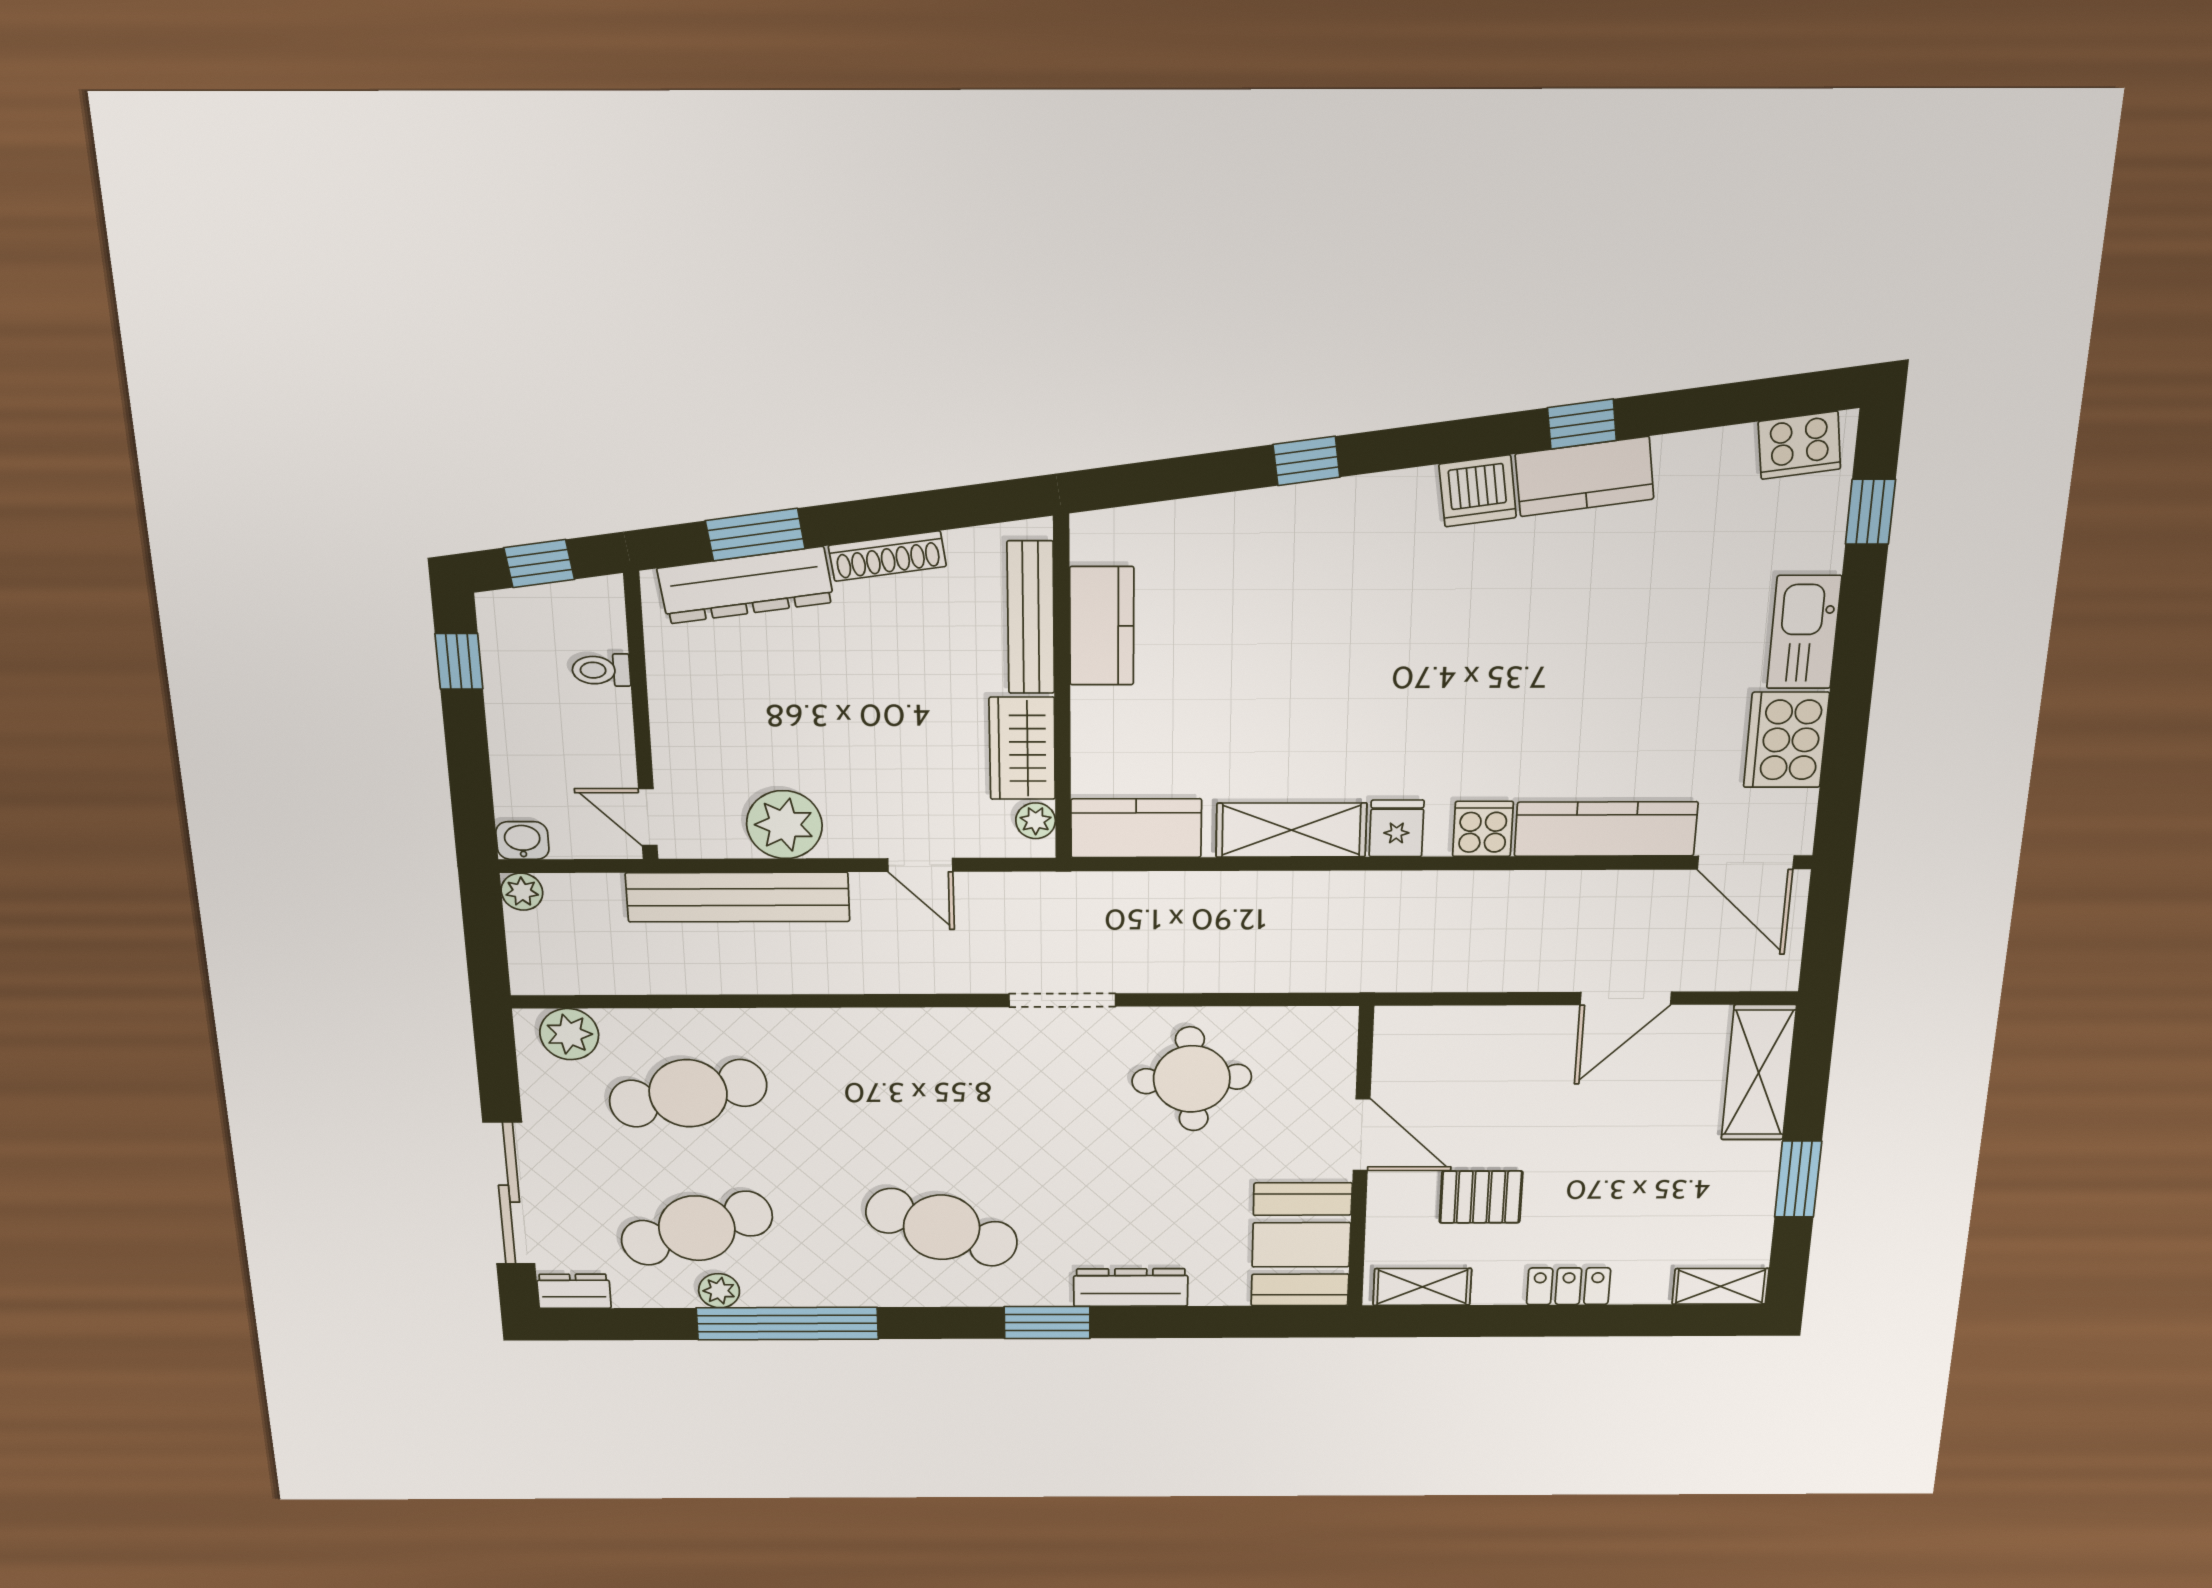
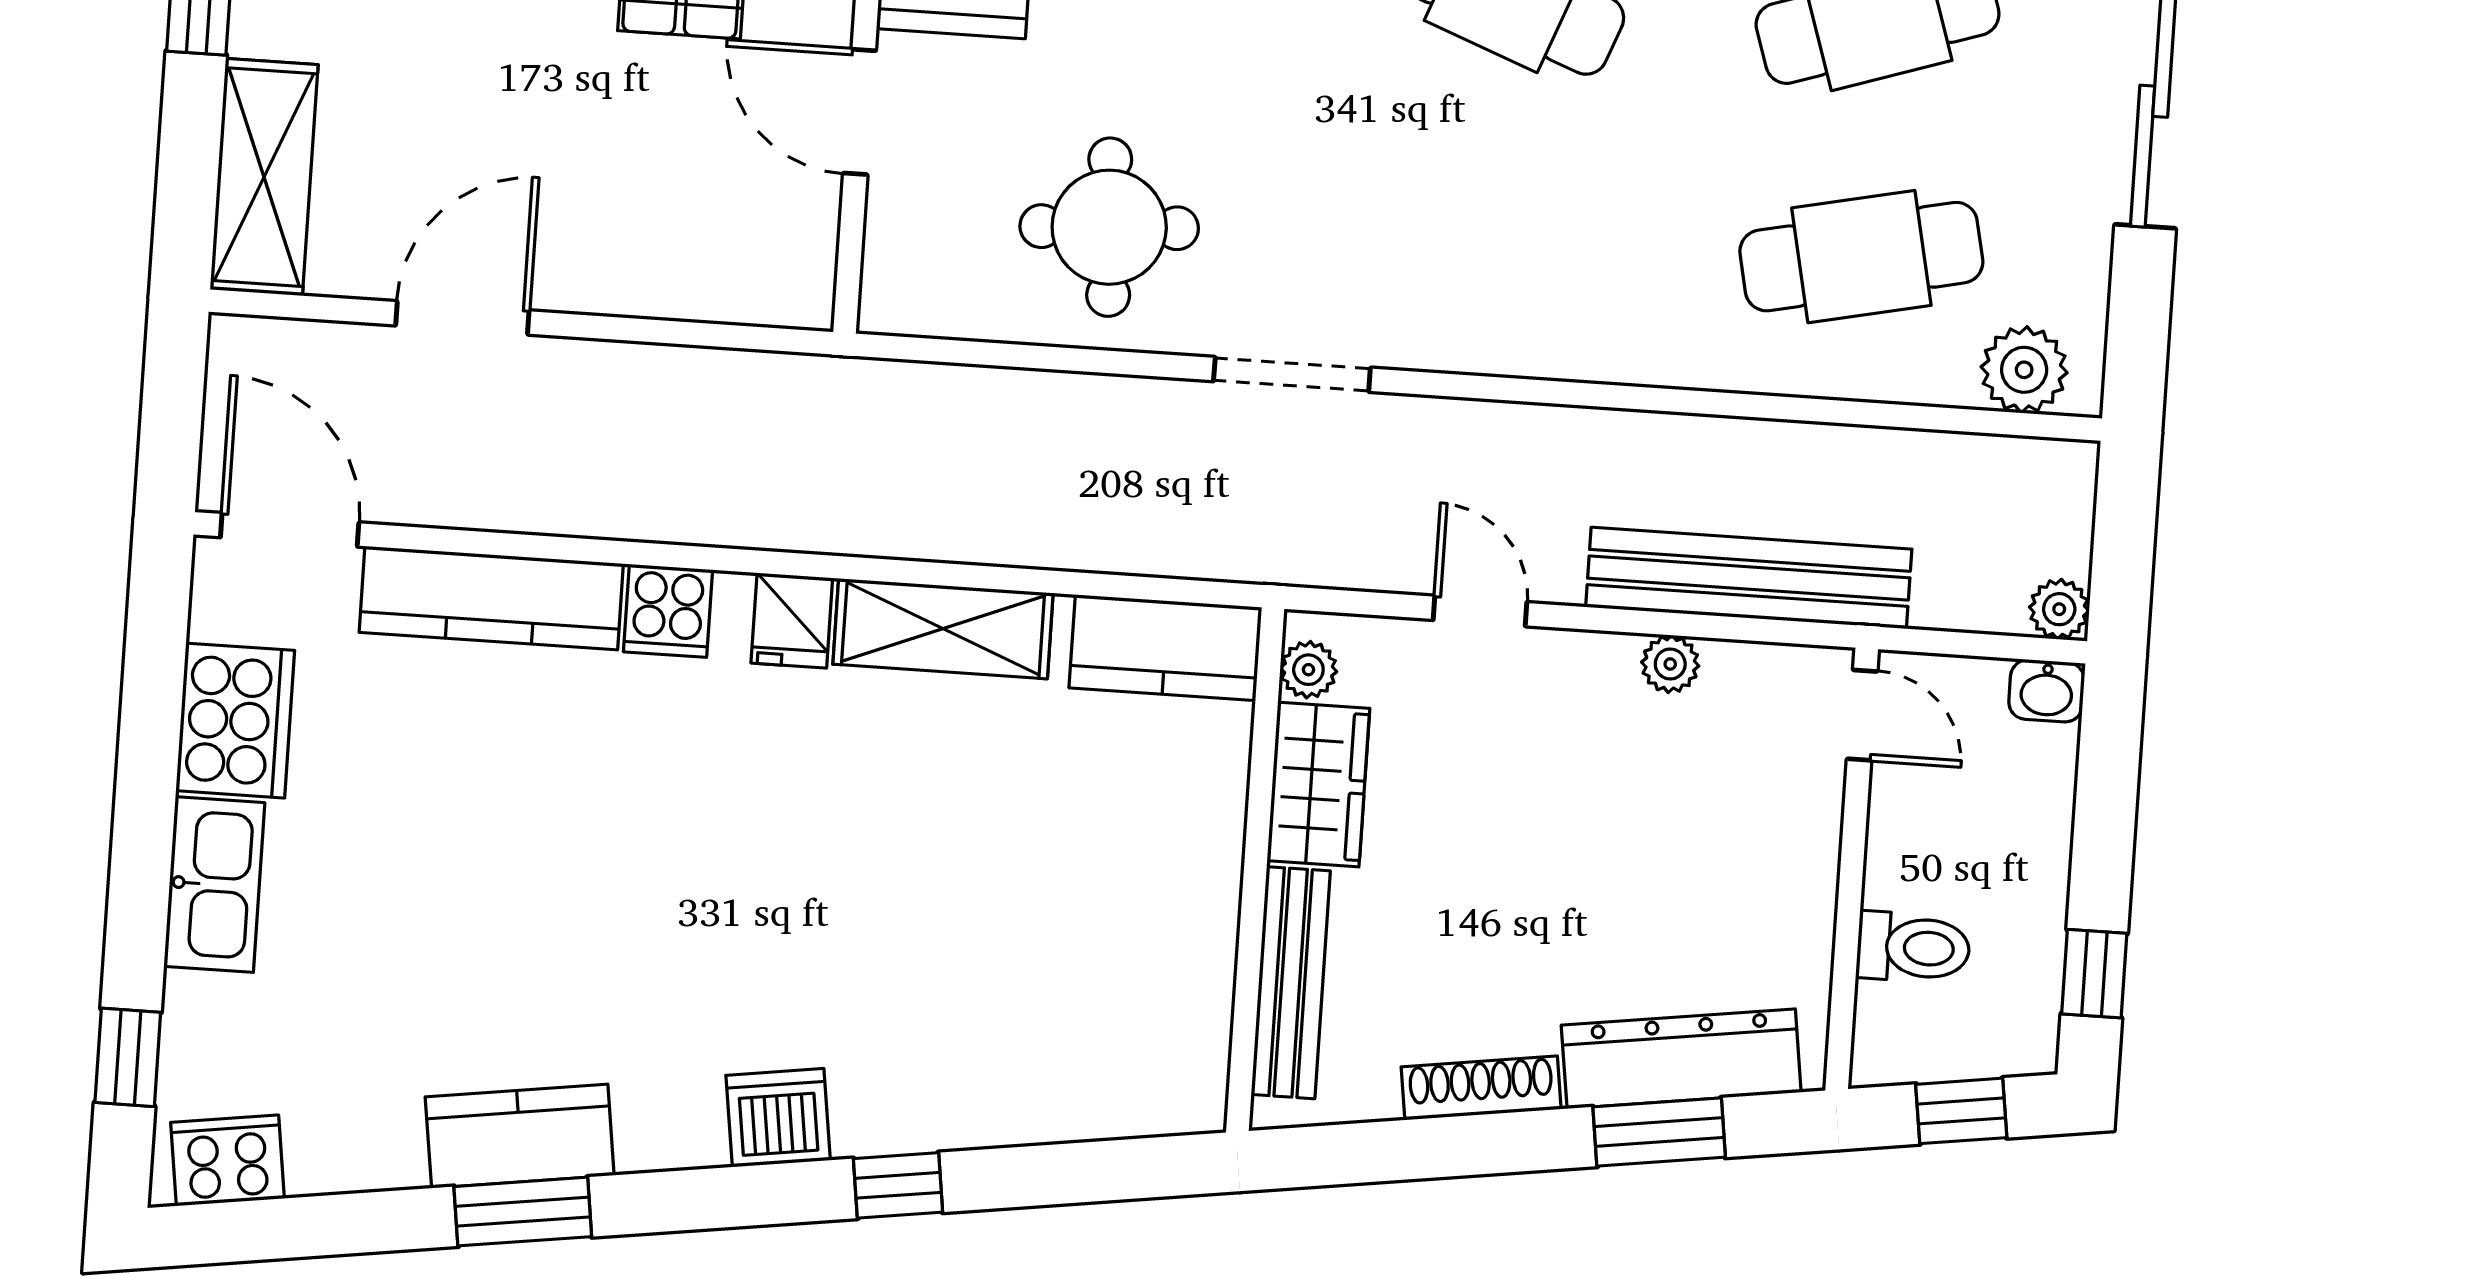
window: (1582, 424) -> (523, 1212), width x1.50
dishwasher: (1478, 491) -> (778, 1118), moved
kitchen counter: (1102, 626) -> (1193, 963), removed
toilet: (601, 670) -> (1913, 948), width x1.37, depth x1.39
plant: (784, 825) -> (1670, 664), width x0.53, depth x0.53

